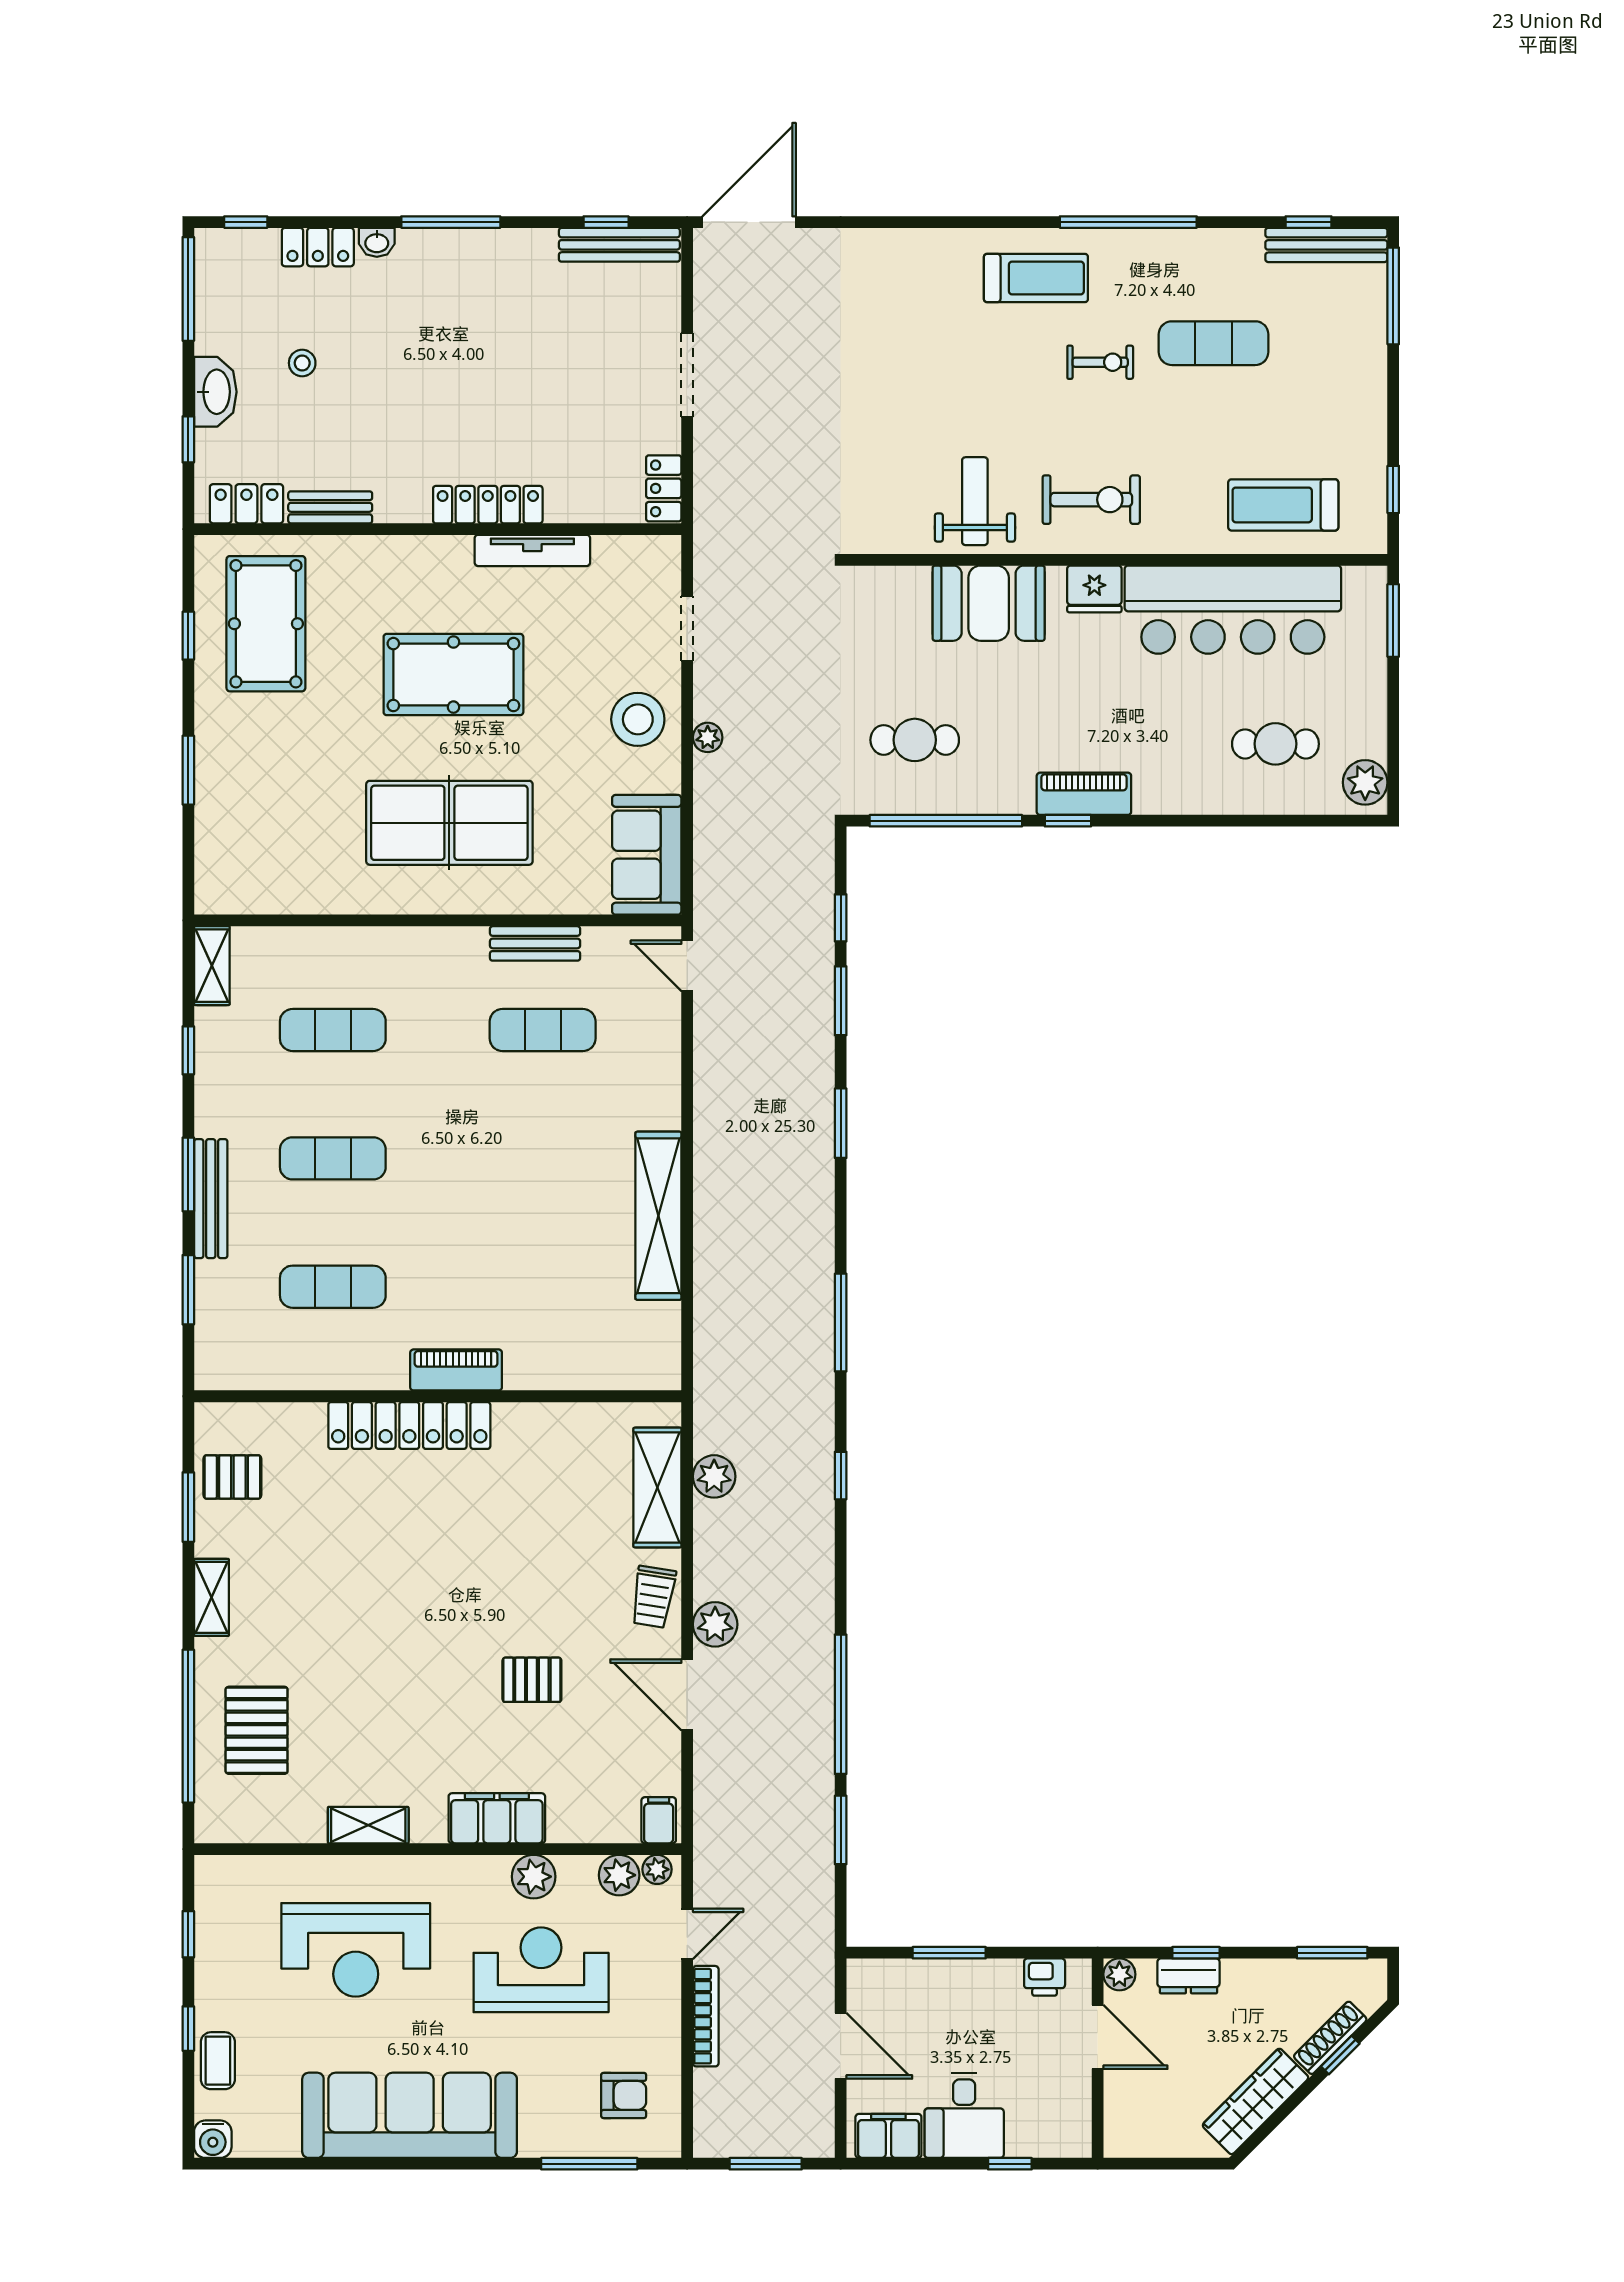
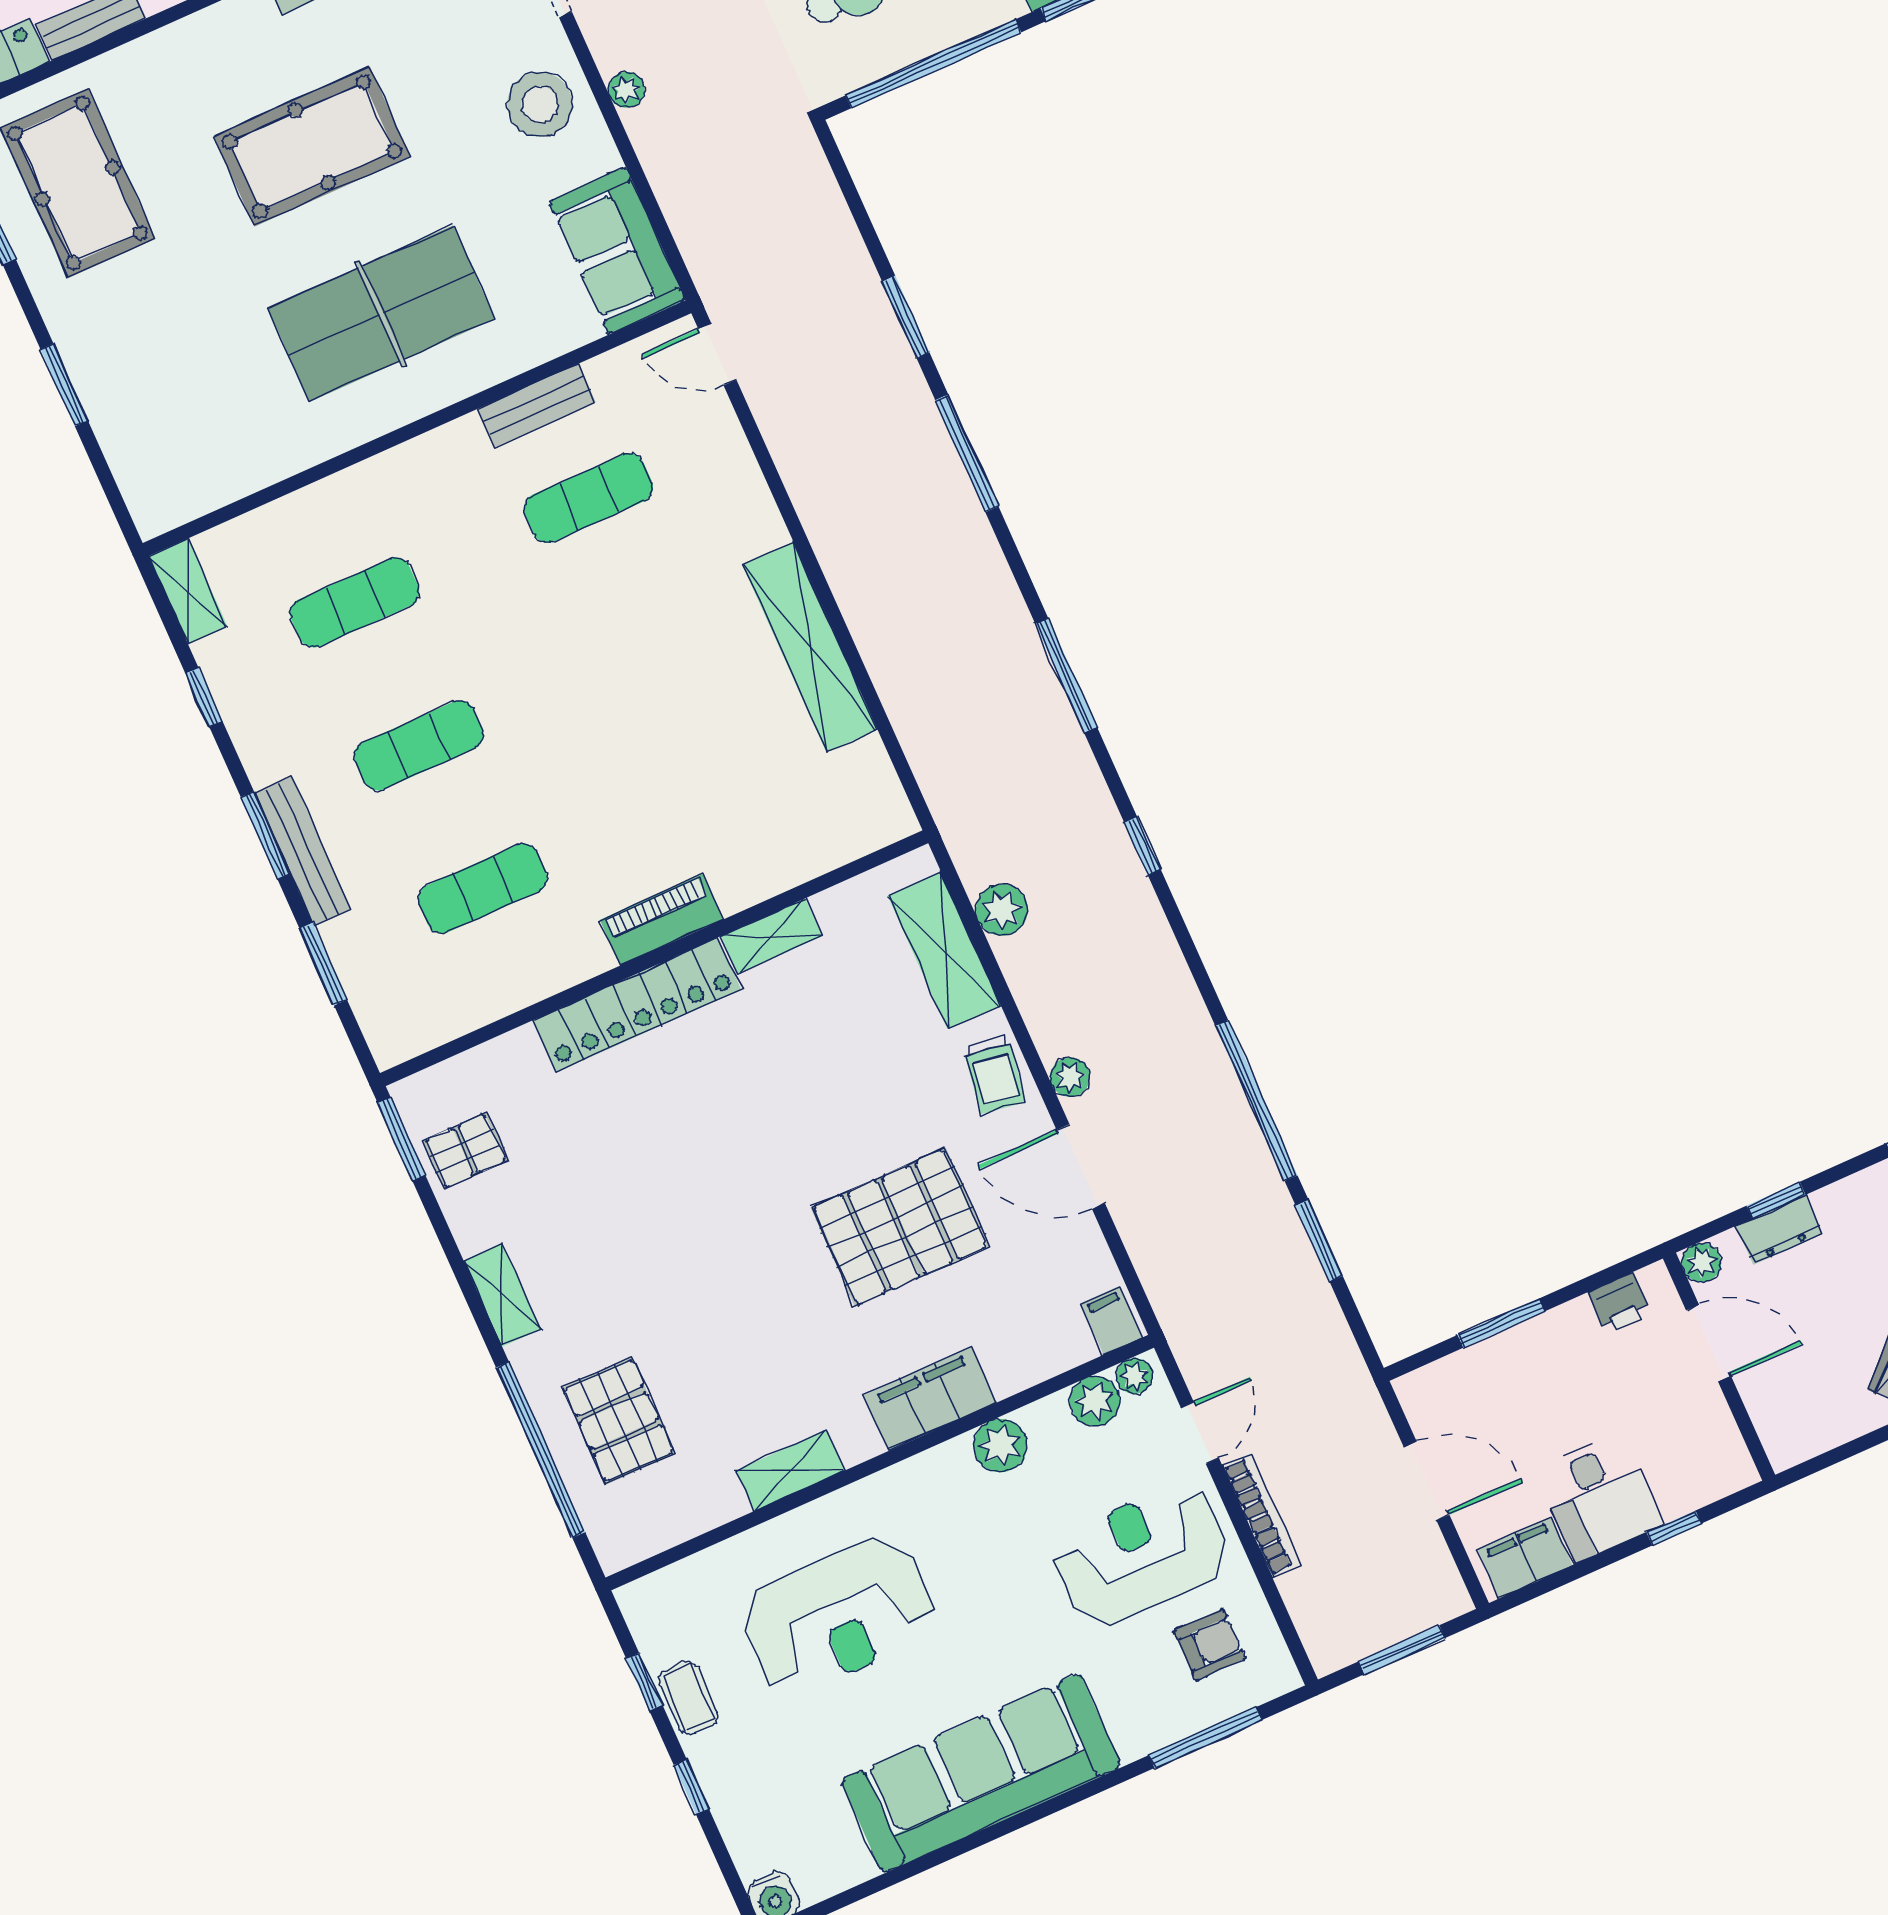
window: (841, 918) -> (865, 225), removed
window: (841, 1123) -> (967, 453), width x1.44
shelving: (533, 1419) -> (772, 936), added
window: (188, 1507) -> (402, 1139), moved
plant: (715, 1624) -> (1070, 1077), width x0.73, depth x0.73
pallet: (532, 1680) -> (900, 1227), width x2.05, depth x2.00
reception desk: (541, 1970) -> (1141, 1555), moved
coffee table: (218, 2061) -> (688, 1698), moved

